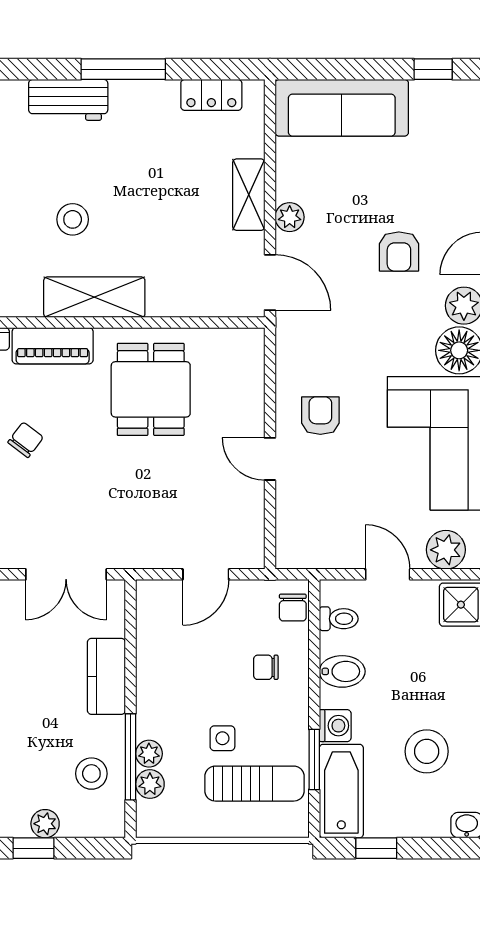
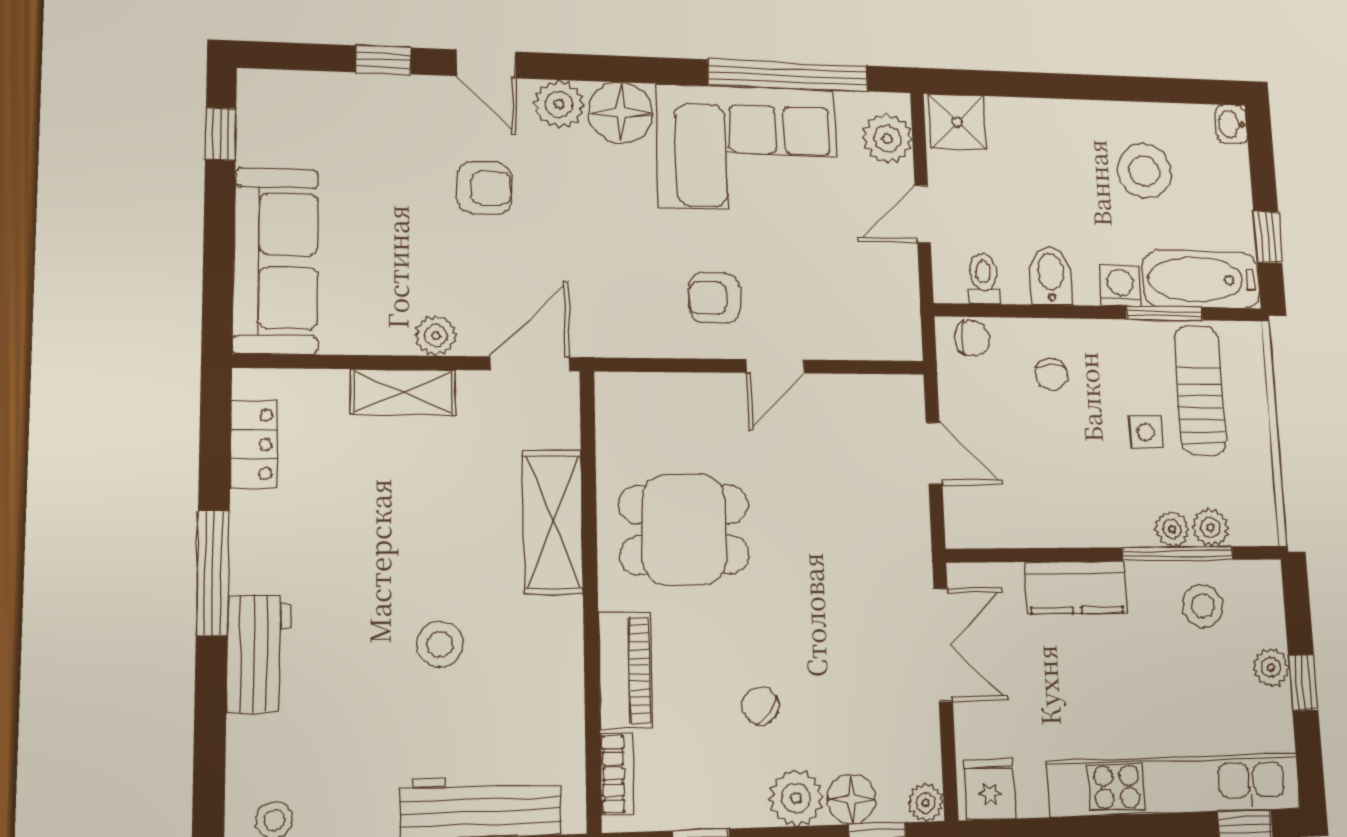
shelving: (94, 297) -> (553, 522), moved

